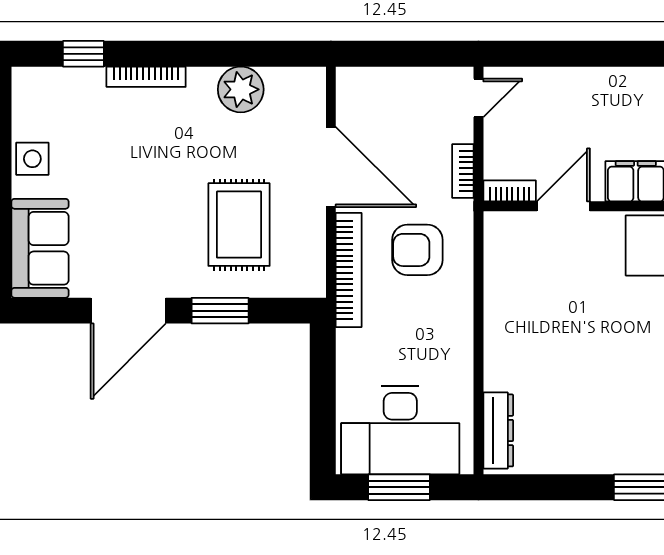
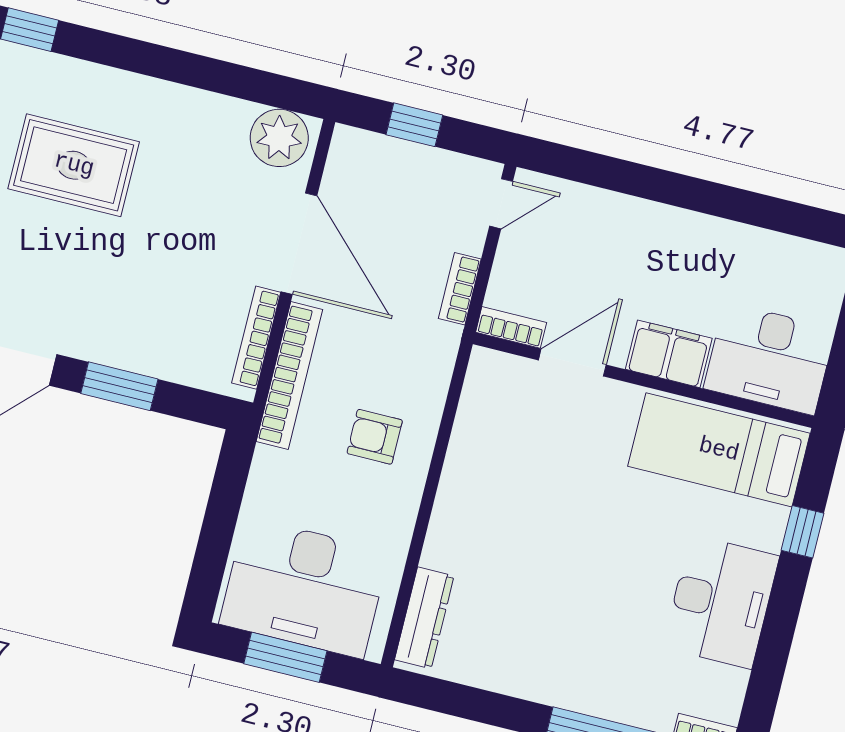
window: (397, 54) -> (414, 125), added
bookcase: (146, 77) -> (256, 338), moved, turned 90
plant: (241, 89) -> (279, 138), moved
rug: (239, 225) -> (74, 165), moved, turned 90
armchair: (417, 250) -> (375, 437), moved, width x0.72, depth x0.72

